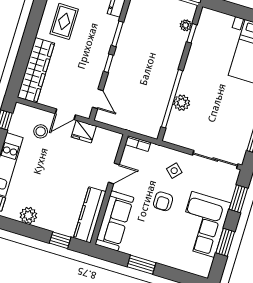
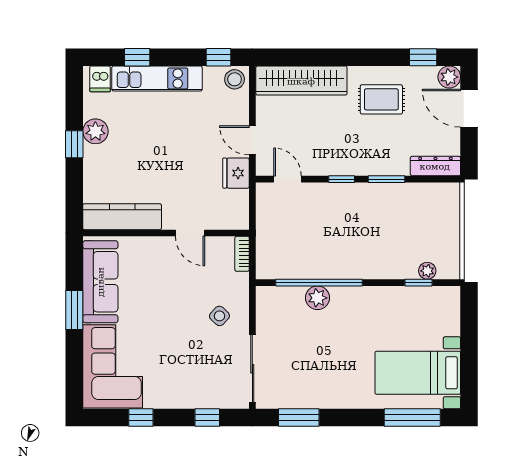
door: (98, 99) -> (287, 179), swing flipped
stool: (41, 131) -> (235, 79), moved
window: (238, 199) -> (207, 417), width x0.67
armchair: (163, 201) -> (172, 313), removed
sofa: (114, 221) -> (100, 282), moved, turned -90
corner sofa: (203, 224) -> (113, 366), moved, turned 90
window: (60, 240) -> (74, 144), moved
window: (225, 242) -> (141, 417), width x0.67

